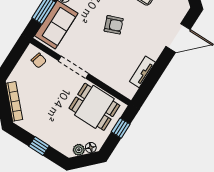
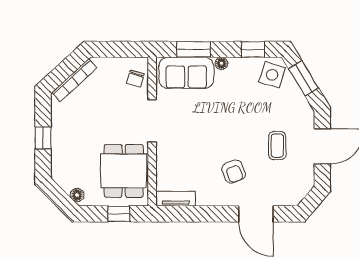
armchair: (114, 25) -> (234, 172), moved
tv unit: (142, 72) -> (176, 199), moved
plant: (79, 150) -> (66, 184), removed

